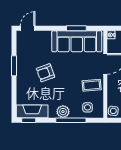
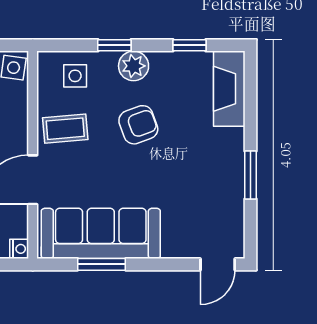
armchair: (46, 73) -> (138, 125), moved
fireplace: (32, 111) -> (229, 89), moved, turned 90
window: (29, 120) -> (189, 45), moved
window: (71, 120) -> (114, 45), width x0.46

